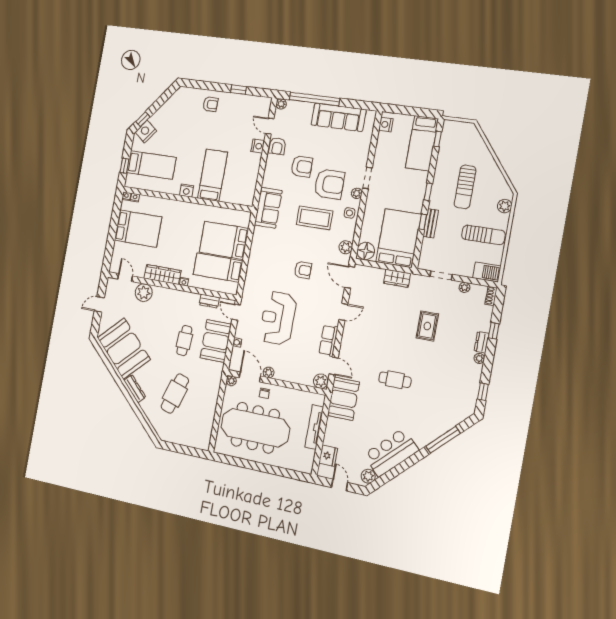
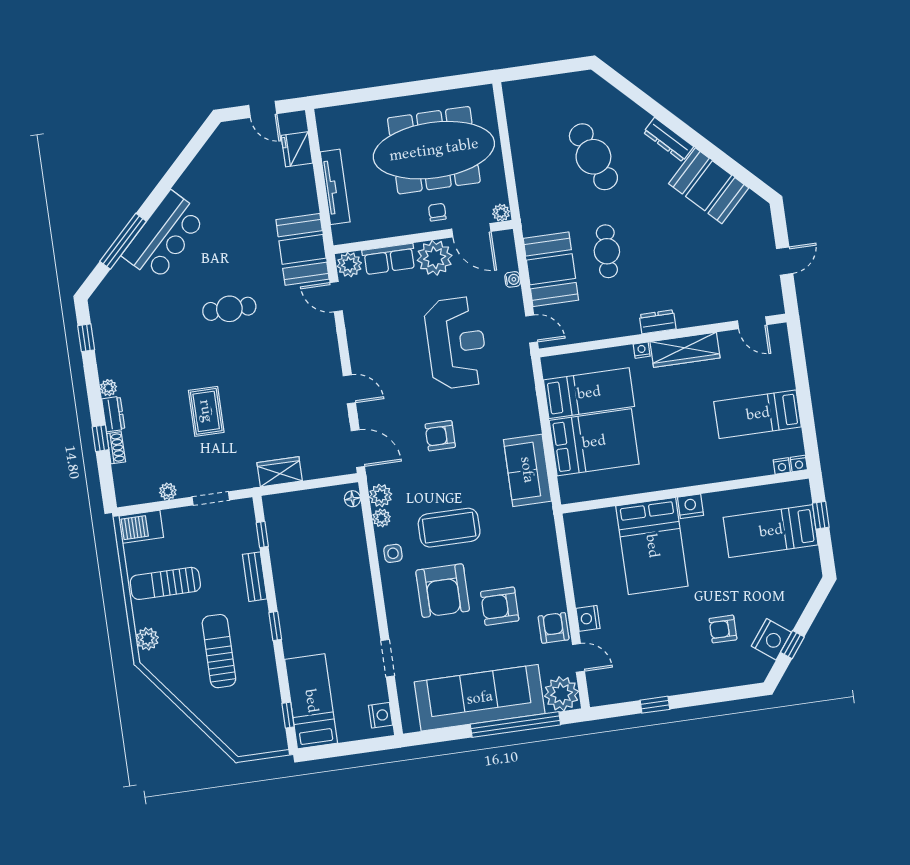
armchair: (210, 104) -> (723, 629), moved
plant: (281, 104) -> (562, 694), width x1.88, depth x1.88
sofa: (339, 117) -> (480, 698), width x1.36, depth x1.27
window: (143, 119) -> (792, 645), moved
nightstand: (146, 132) -> (771, 639), moved
bed: (213, 175) -> (652, 546), width x1.50
doorway: (367, 178) -> (388, 658), moved
armchair: (329, 184) -> (443, 591), turned -90
plant: (357, 193) -> (381, 518), moved
sofa: (268, 208) -> (527, 470), moved
window: (423, 222) -> (262, 535), moved
bed: (138, 229) -> (758, 414), width x0.67
bed: (399, 238) -> (298, 537), removed
floor lamp: (366, 251) -> (352, 499), width x0.53, depth x0.53
plant: (144, 293) -> (709, 308), removed
shoe rack: (491, 296) -> (116, 448), moved
dresser: (209, 301) -> (658, 322), moved
door: (343, 312) -> (349, 389), swing flipped
row of seats: (328, 341) -> (389, 259), moved, turned 90
booth: (124, 349) -> (709, 186), width x0.73, depth x0.70
plant: (269, 373) -> (435, 258), width x1.88, depth x1.88
cafe table: (175, 394) -> (593, 157), turned -39
bar counter: (391, 452) -> (164, 236), moved
plant: (368, 476) -> (221, 141), removed

